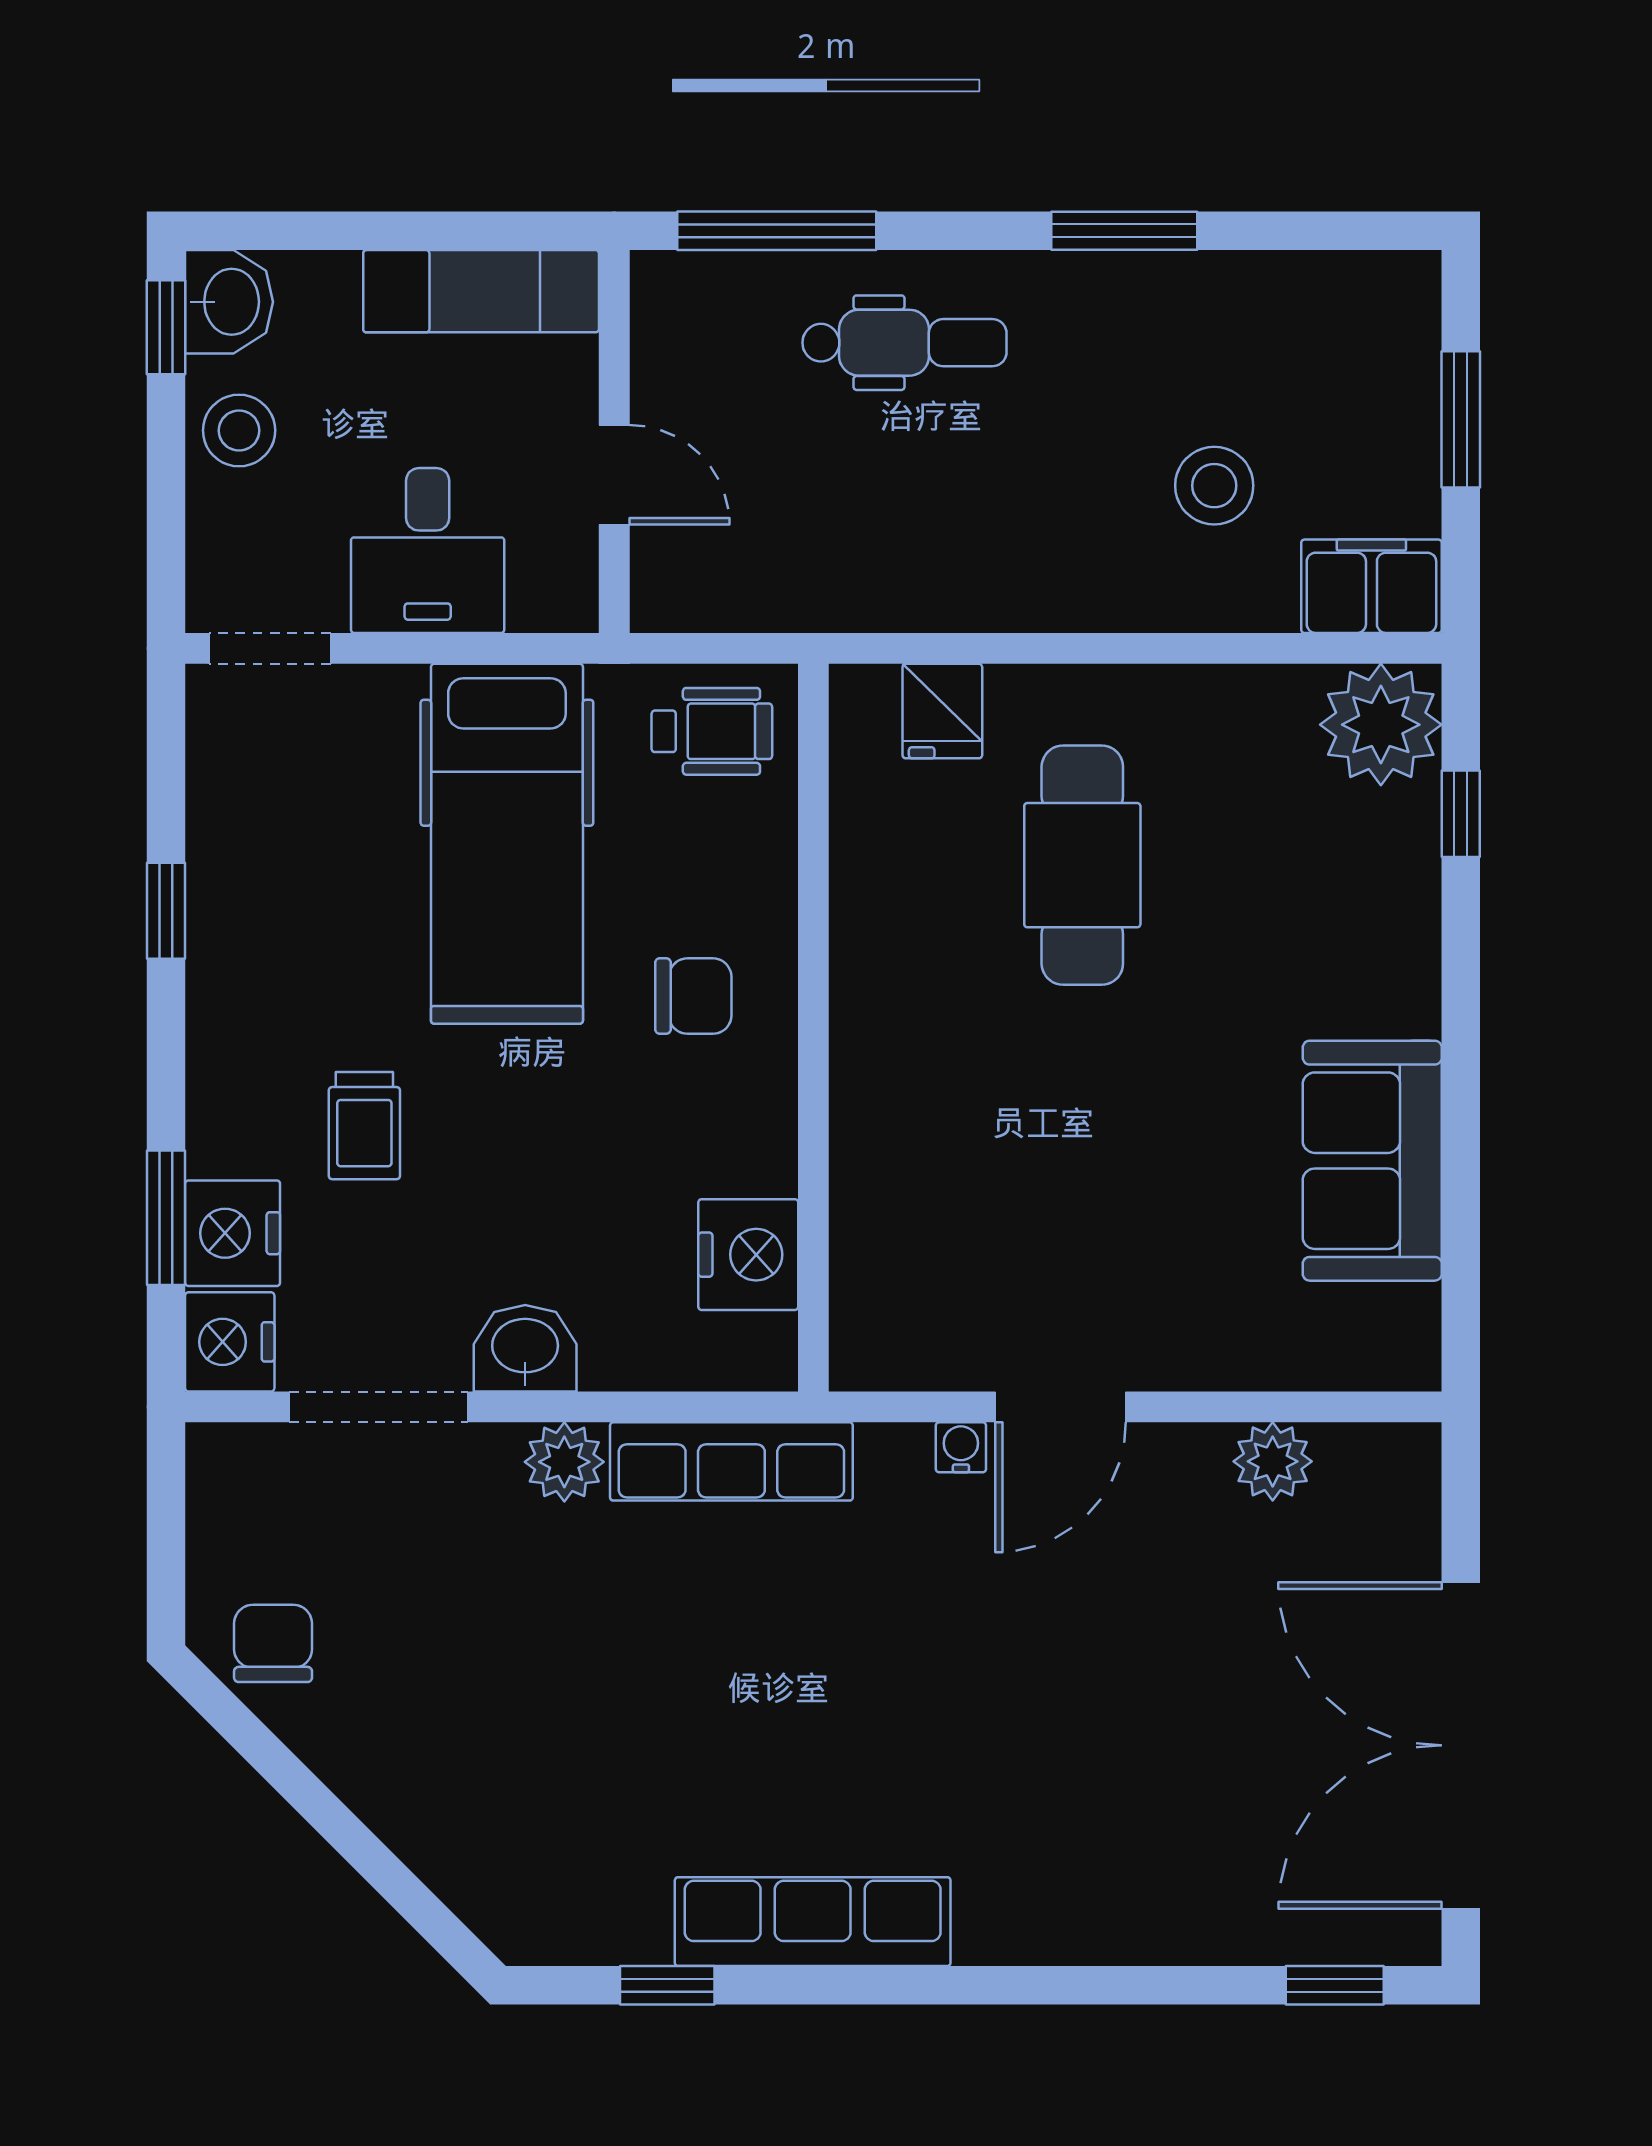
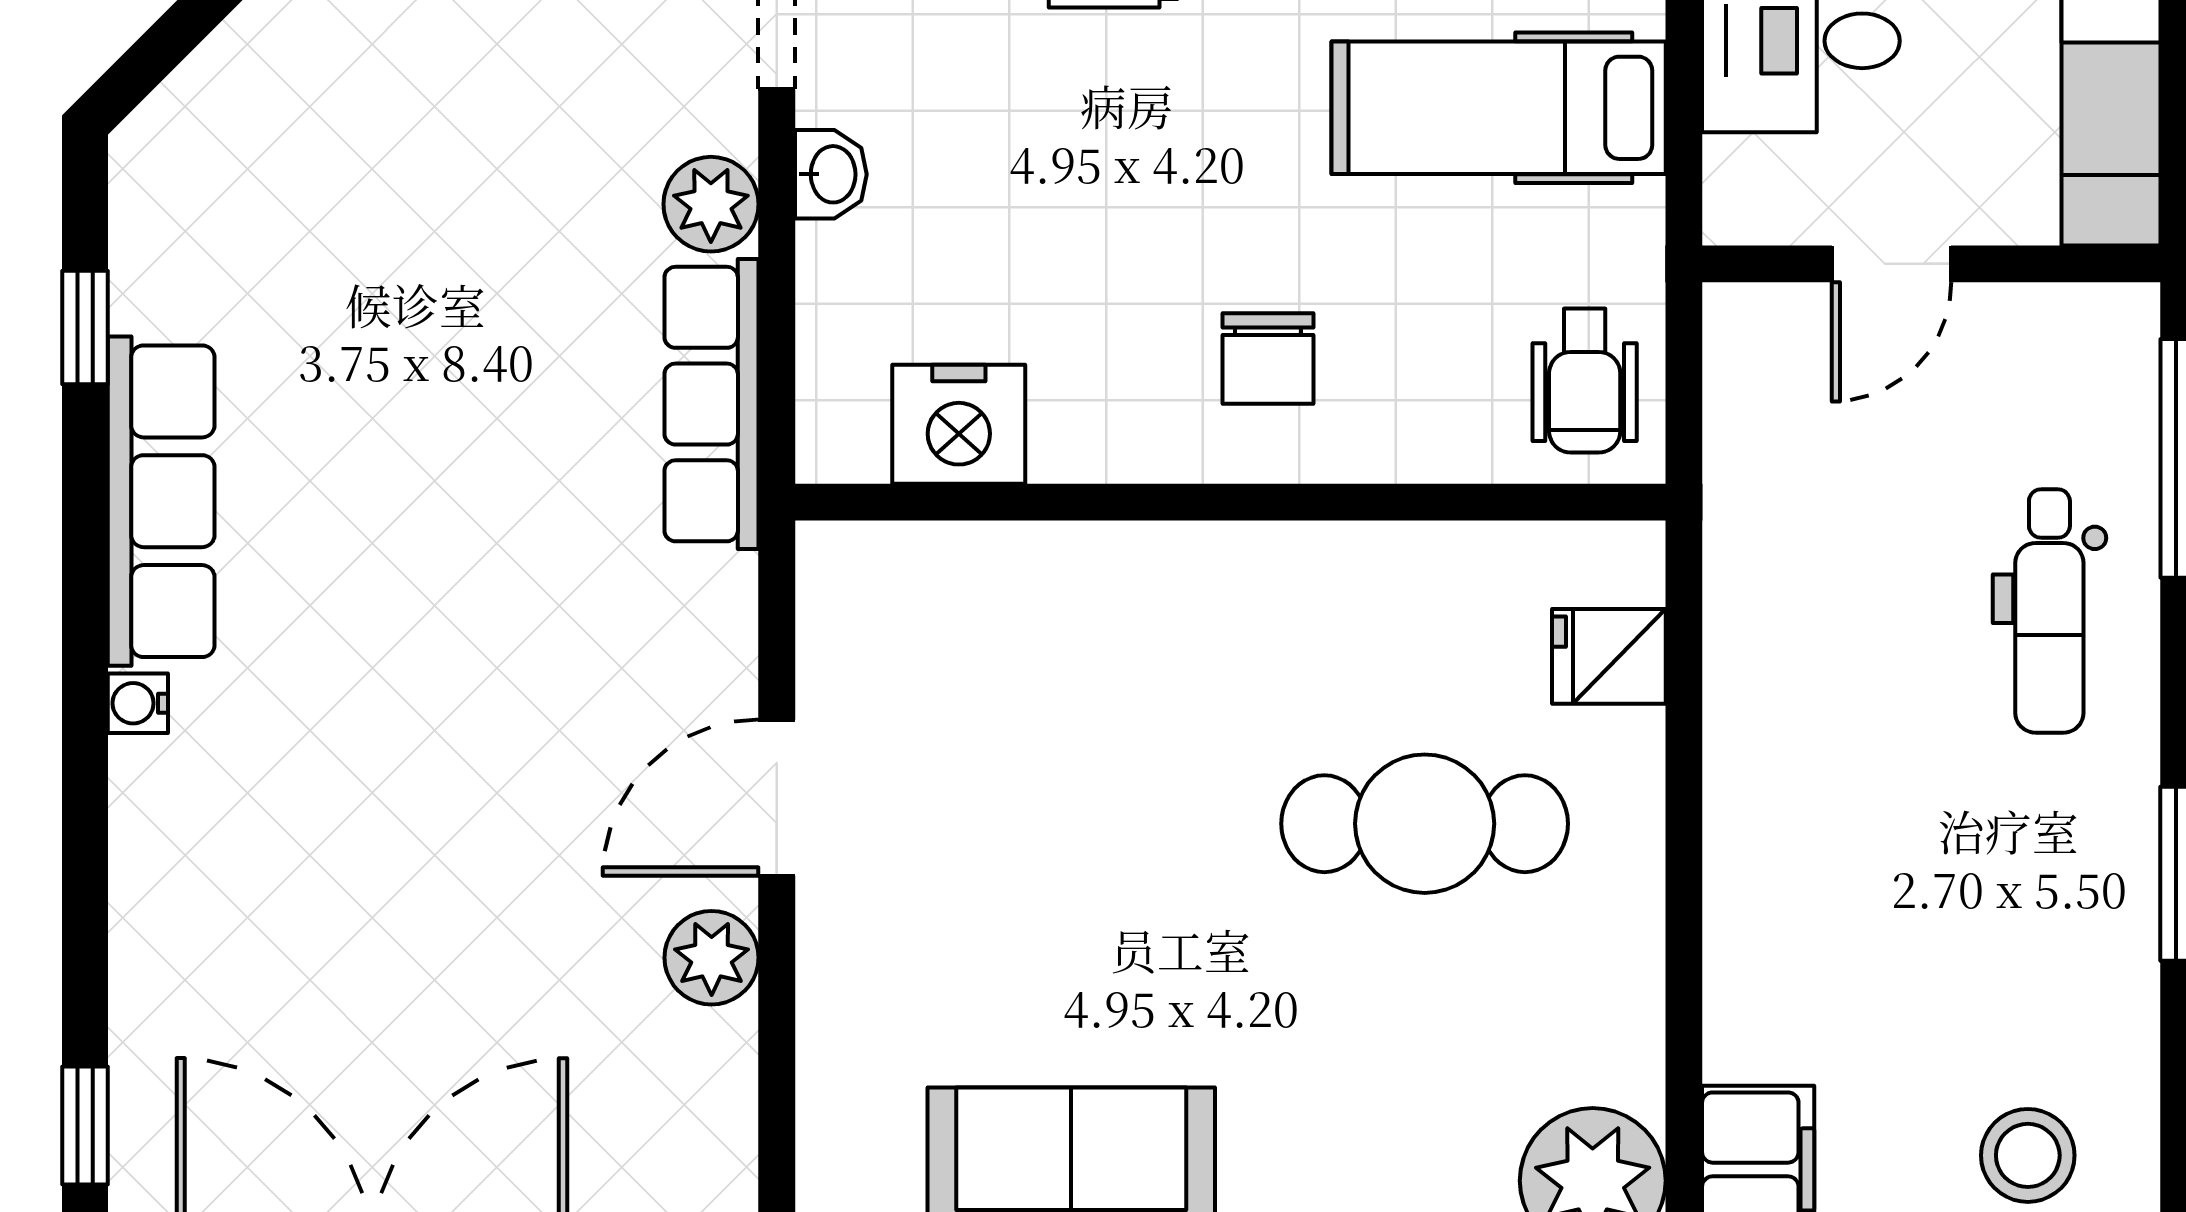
stool: (1214, 486) -> (2028, 1155), moved
hospital bed: (507, 844) -> (1499, 108), width x0.73, depth x0.78
washbasin: (525, 1348) -> (831, 174), width x0.72, depth x0.69
door: (1061, 1407) -> (777, 798), hinge flipped
water cooler: (961, 1447) -> (138, 703), moved, turned 180
plant: (1273, 1461) -> (712, 958), moved

